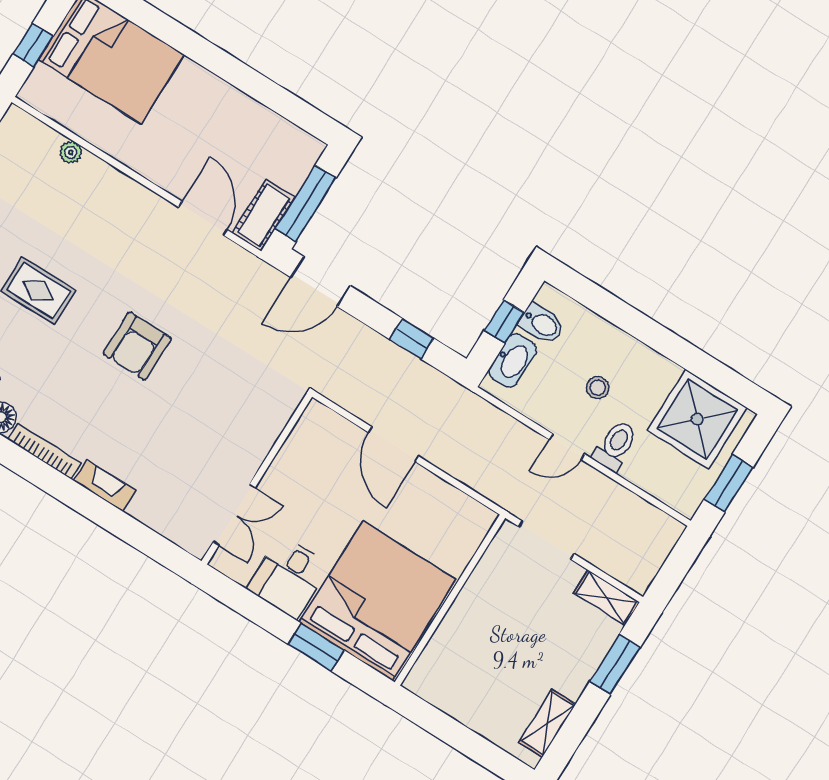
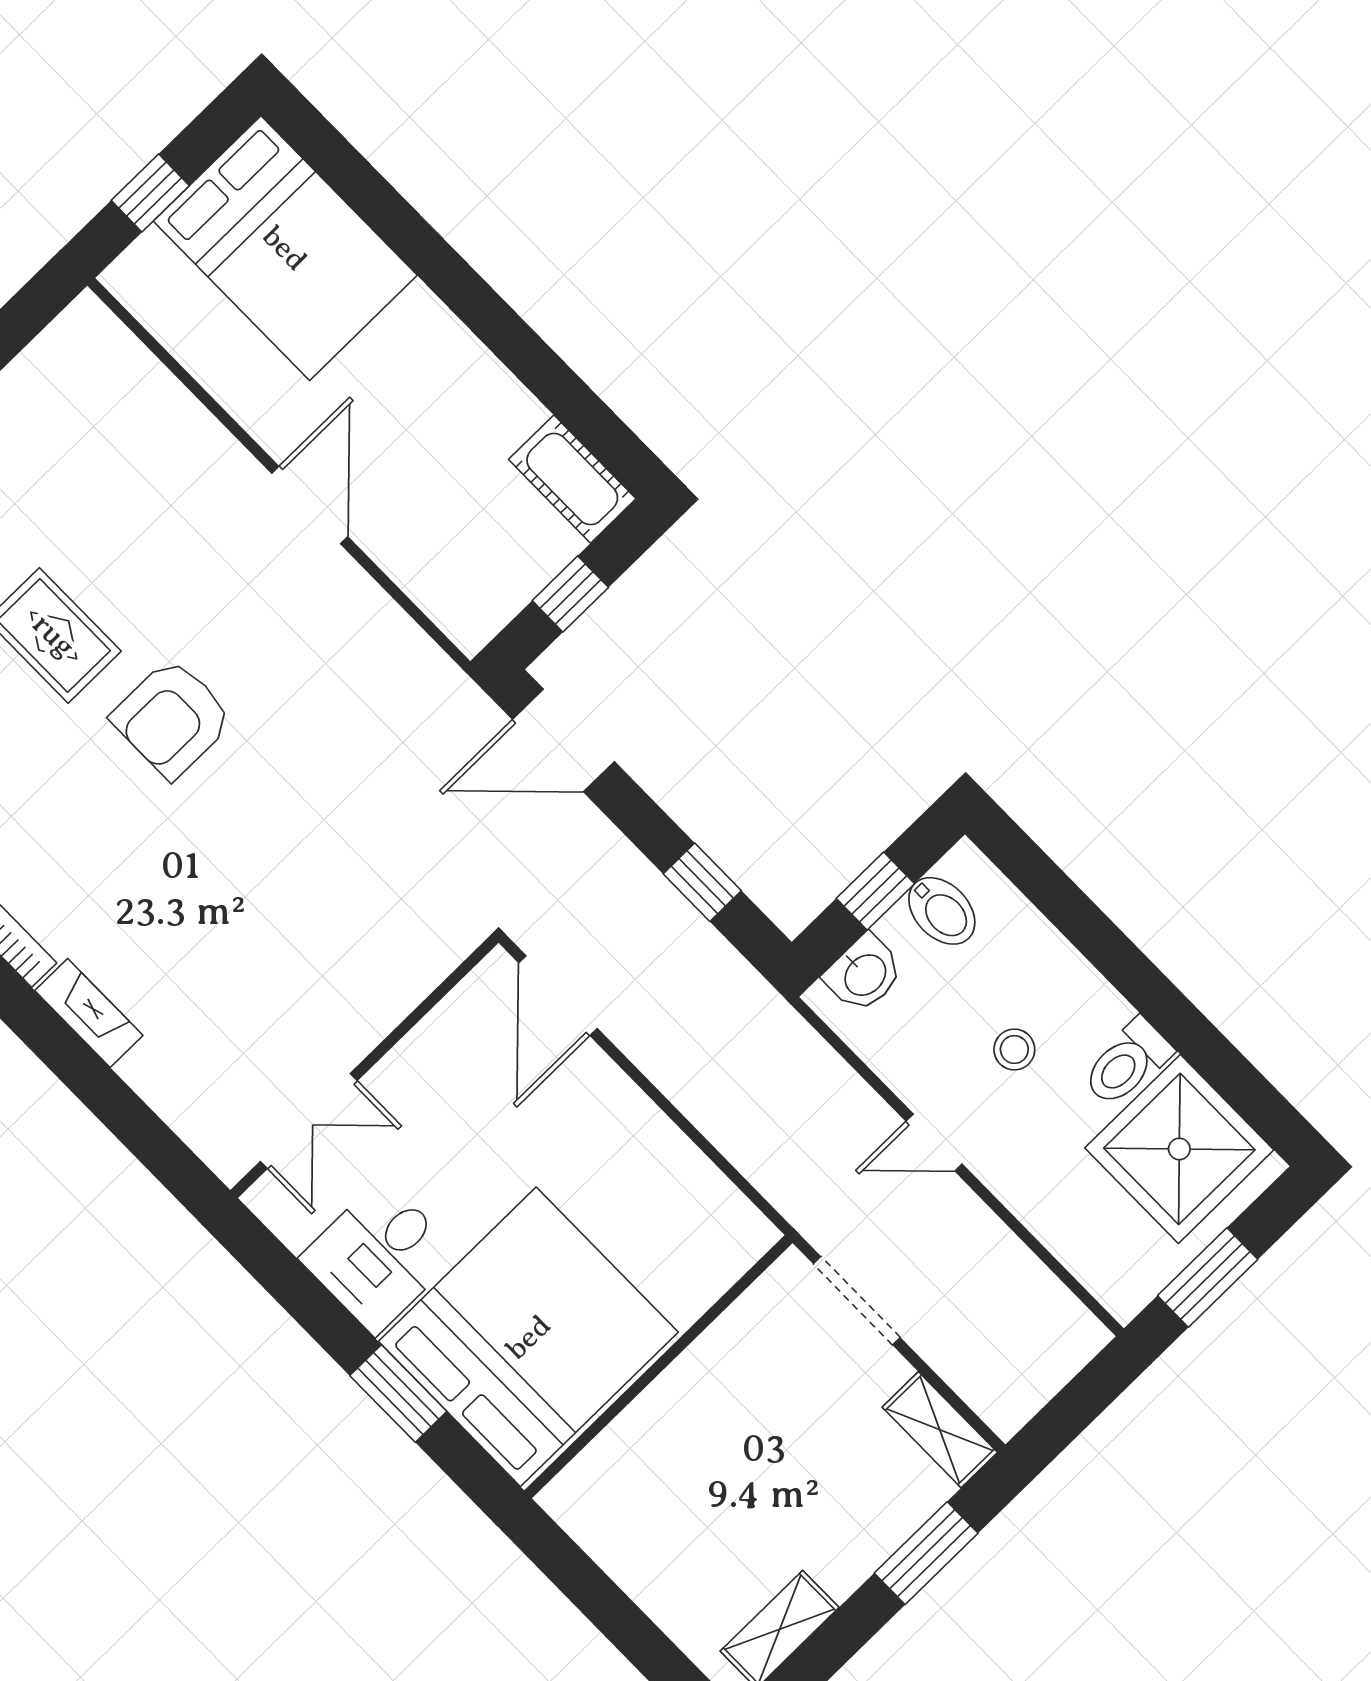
plant: (71, 152) -> (171, 401), removed
window: (306, 203) -> (570, 594), width x0.46
cot: (264, 215) -> (572, 479), moved, turned 90
door: (203, 218) -> (310, 505), moved
armchair: (137, 346) -> (172, 718), moved
washbasin: (513, 361) -> (864, 974), width x0.72
door: (393, 444) -> (558, 996), moved
toilet: (615, 445) -> (1127, 1063), moved, turned 180

